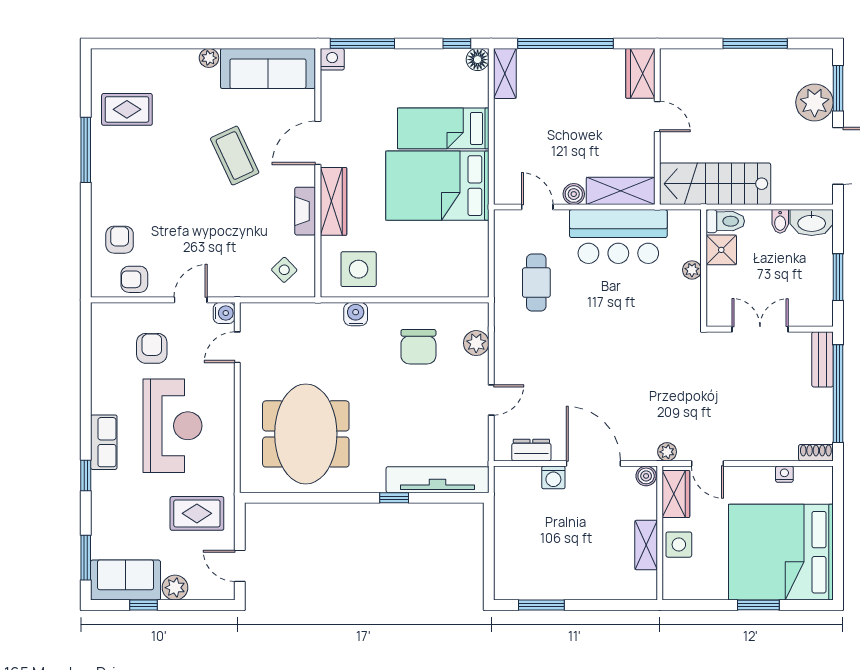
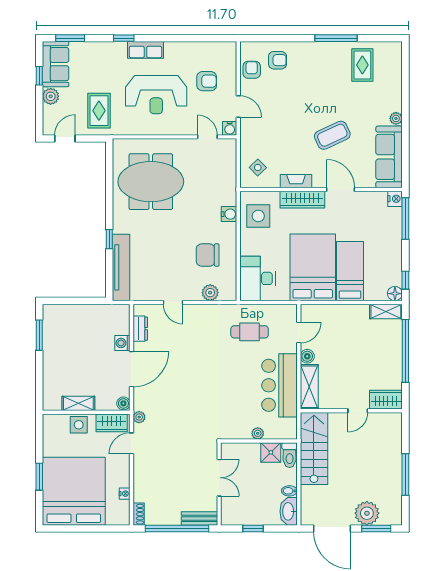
desk: (454, 270) -> (257, 278), added
window: (838, 277) -> (253, 529), width x0.67

